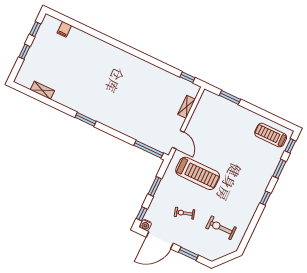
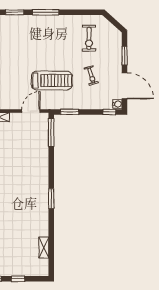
treadmill: (198, 173) -> (52, 81), turned 90
window: (155, 186) -> (70, 112), moved
window: (265, 198) -> (45, 12), width x2.17

